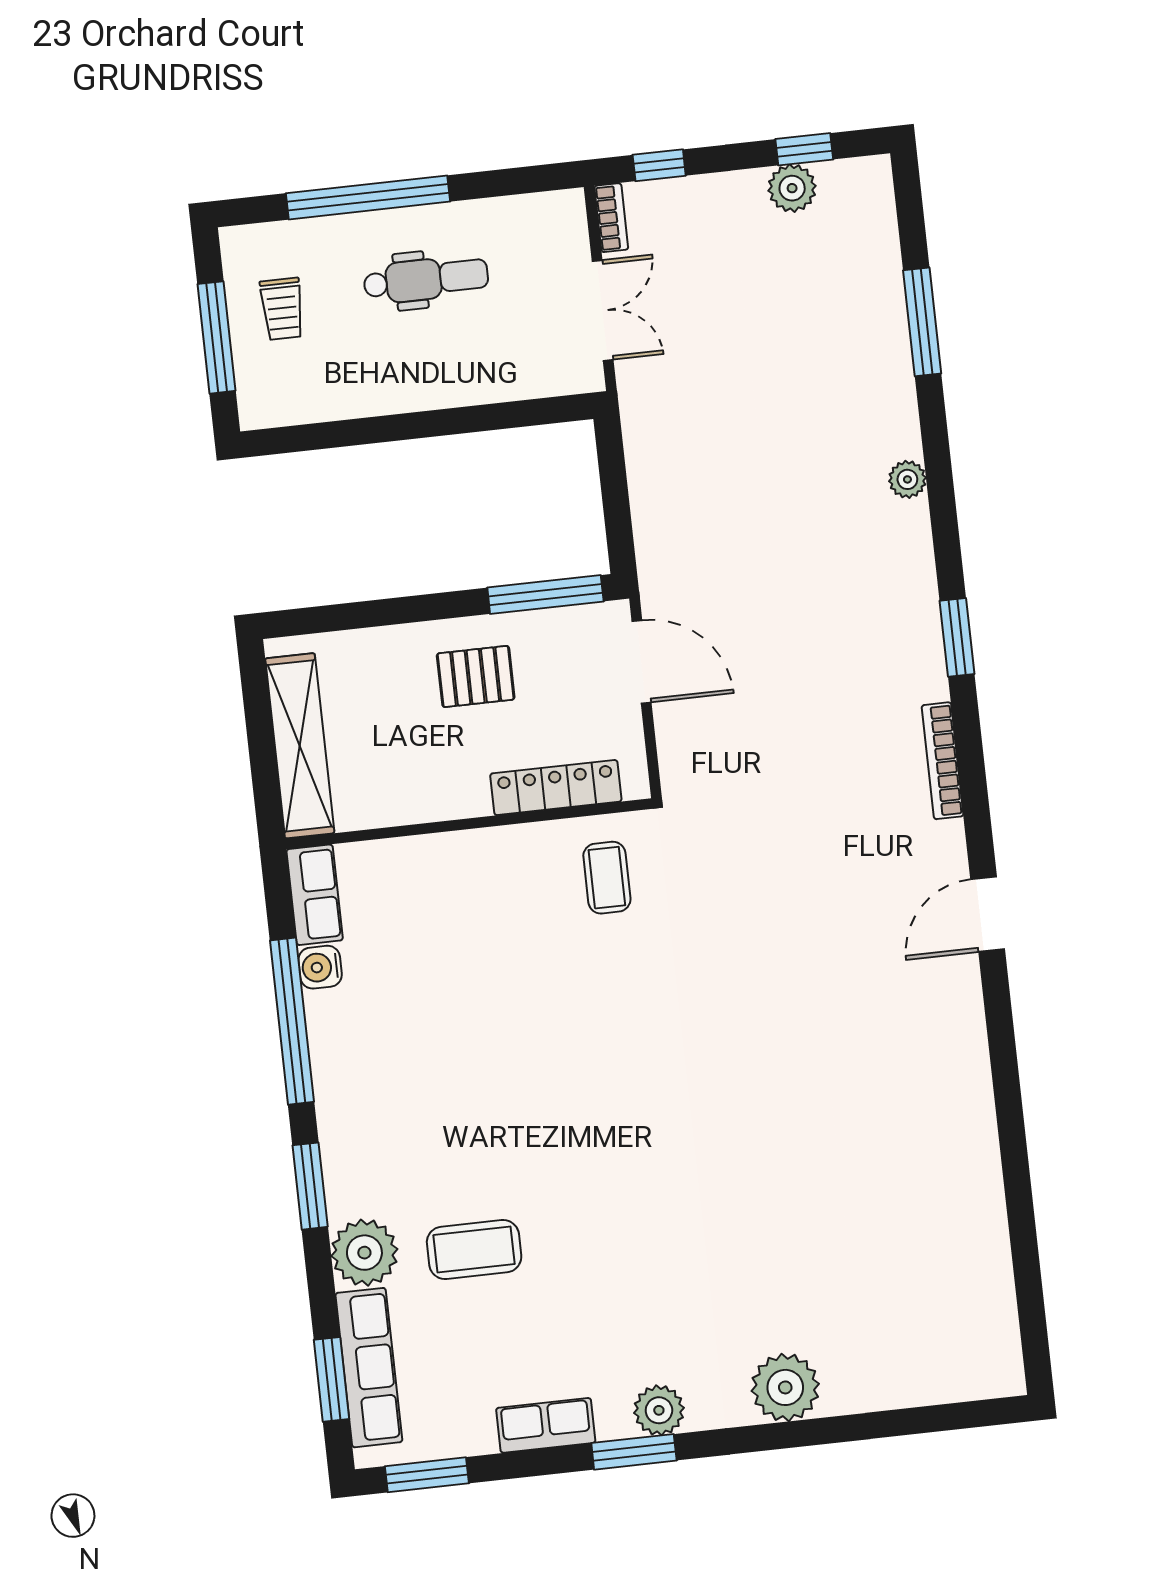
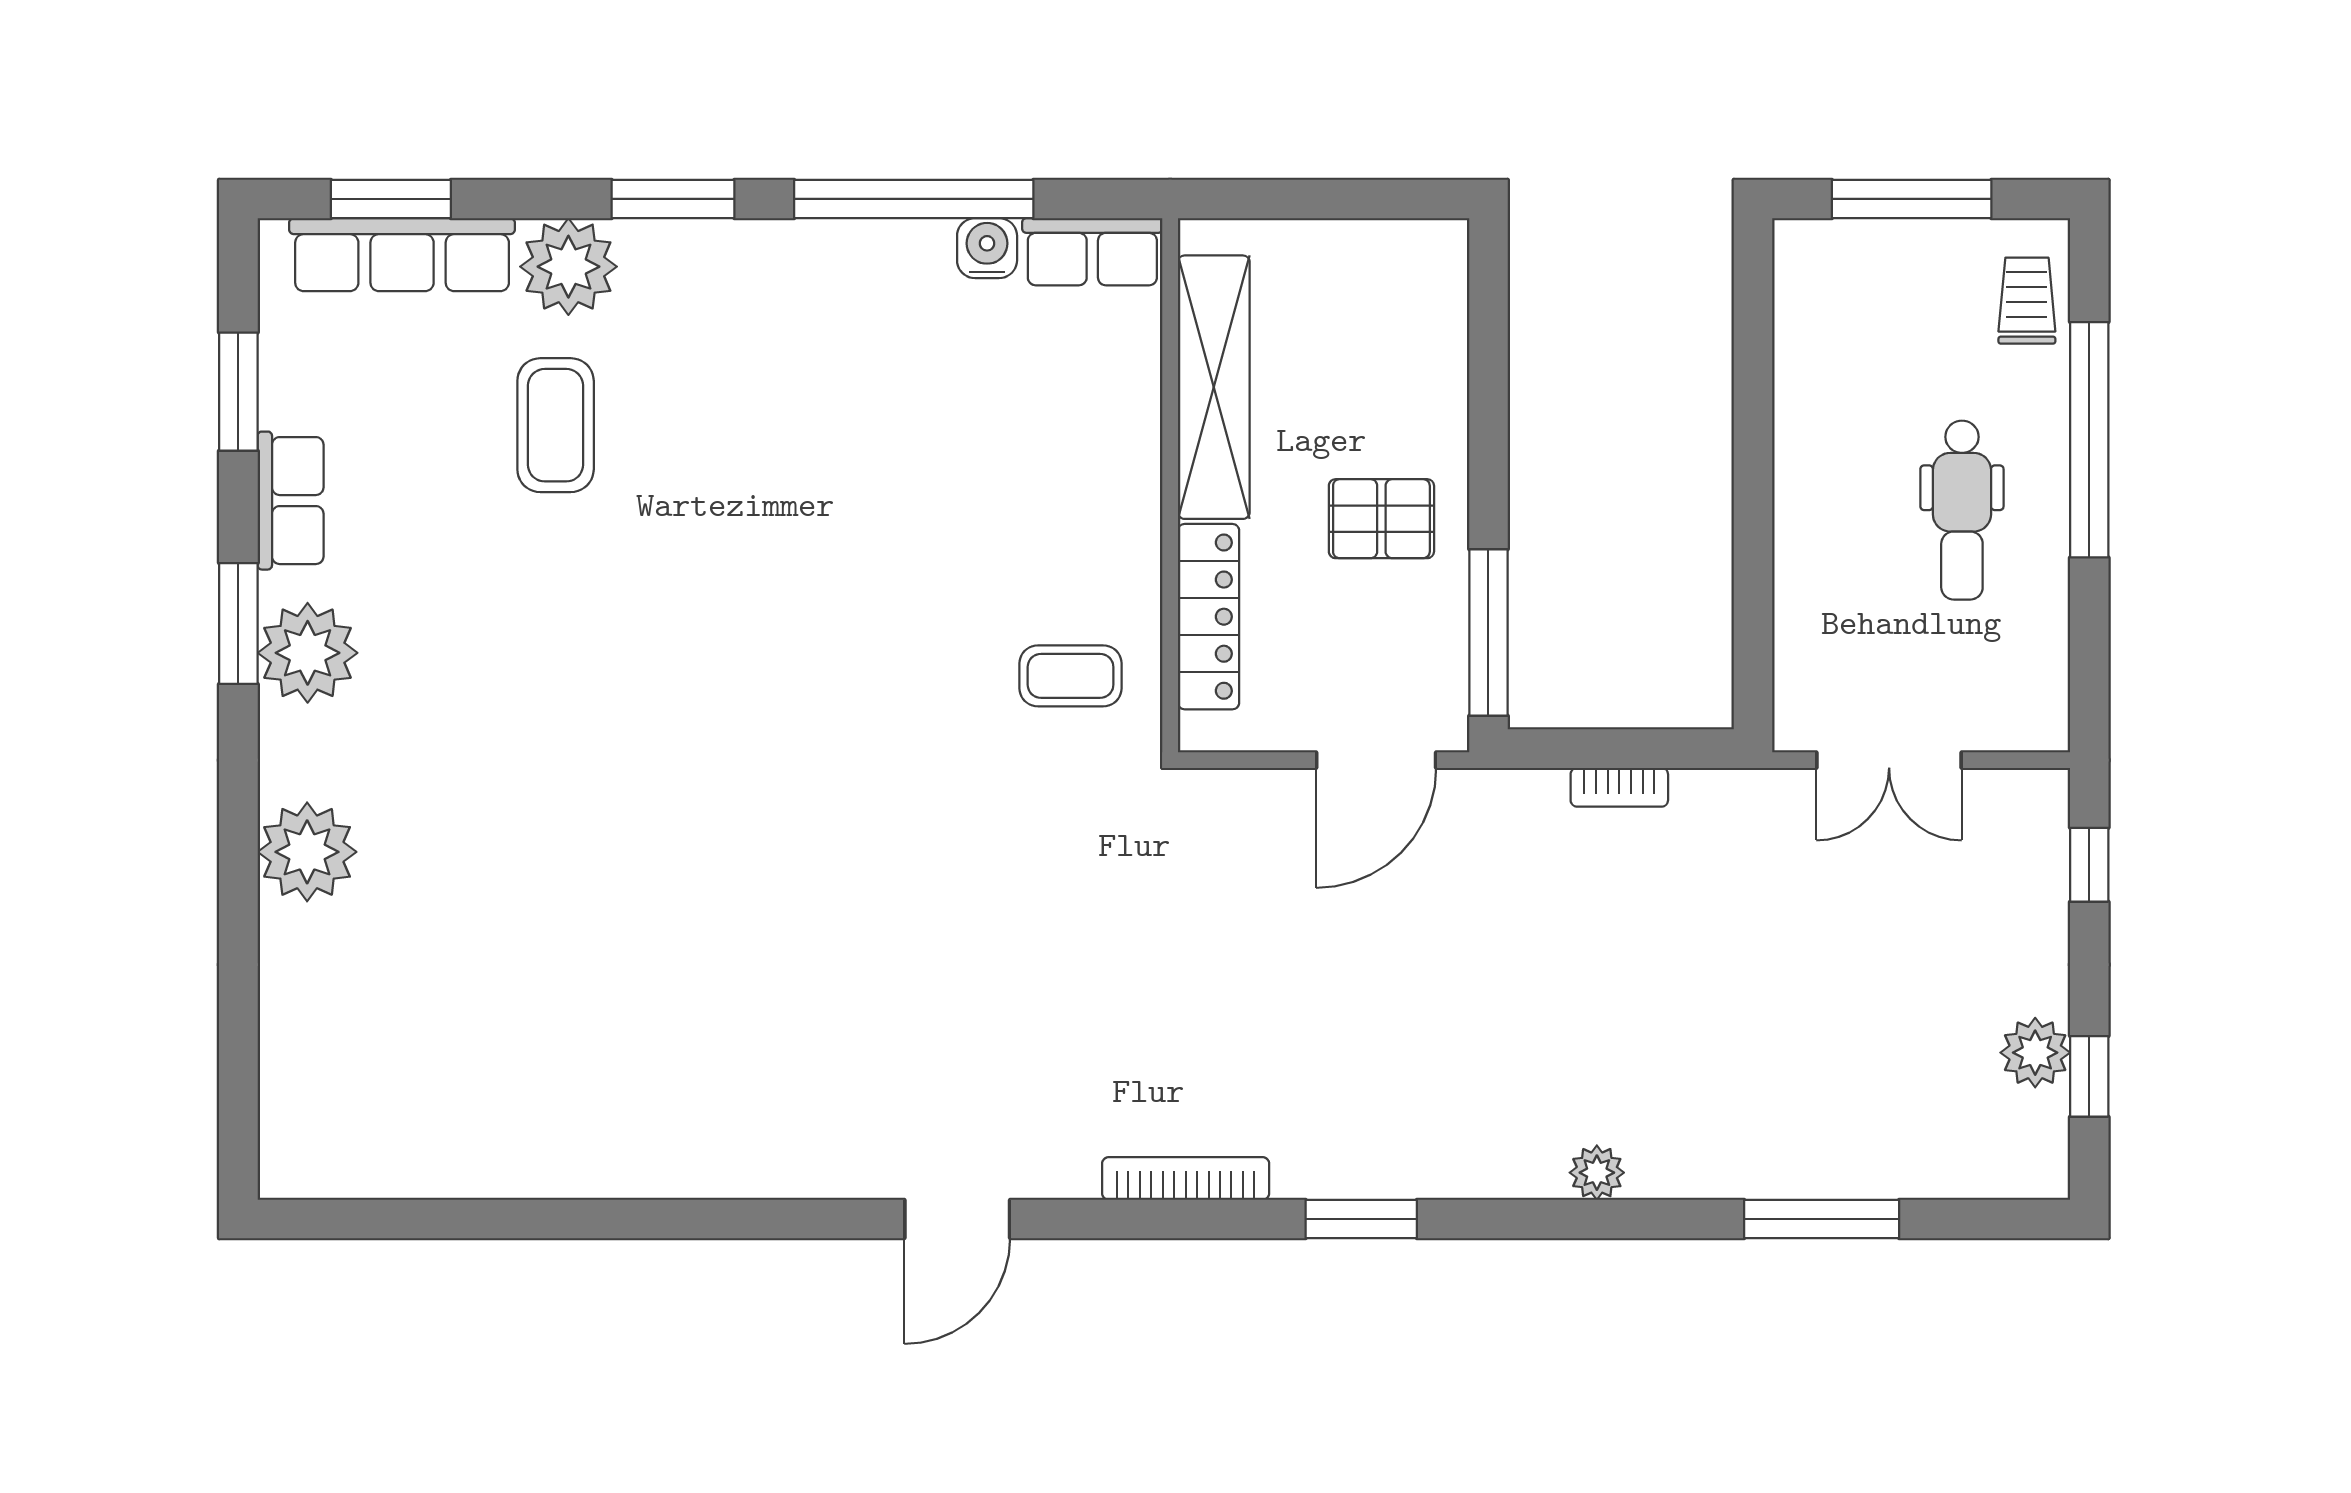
bookcase: (611, 218) -> (1619, 787), moved
trolley: (282, 309) -> (2027, 301), moved, turned 90
pallet: (476, 676) -> (1381, 519), turned 90
shelving: (300, 746) -> (1214, 387), moved, turned 90
door: (988, 914) -> (957, 1219), swing flipped
plant: (659, 1410) -> (308, 653), width x1.36, depth x1.36
window: (427, 1475) -> (238, 392), moved

